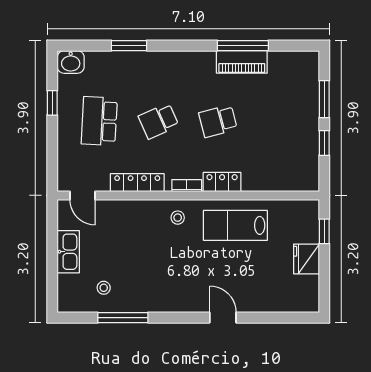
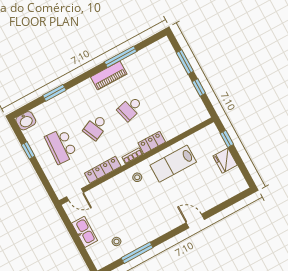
piano: (242, 62) -> (109, 75), moved

